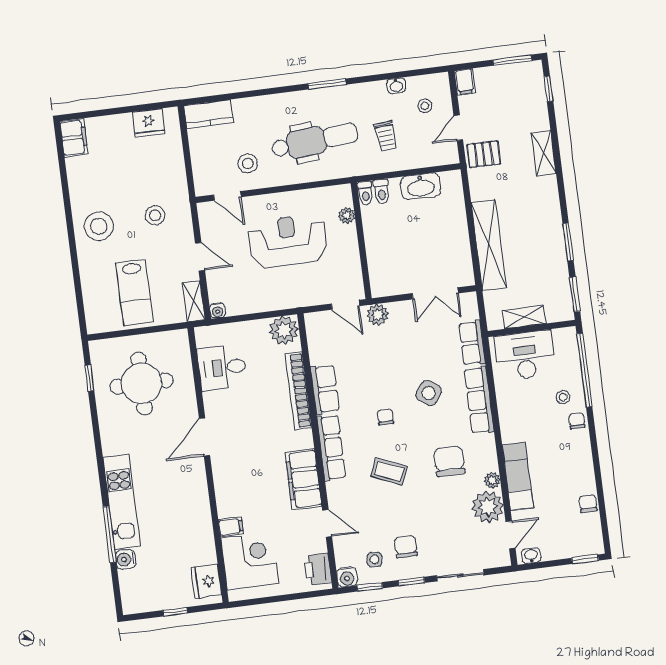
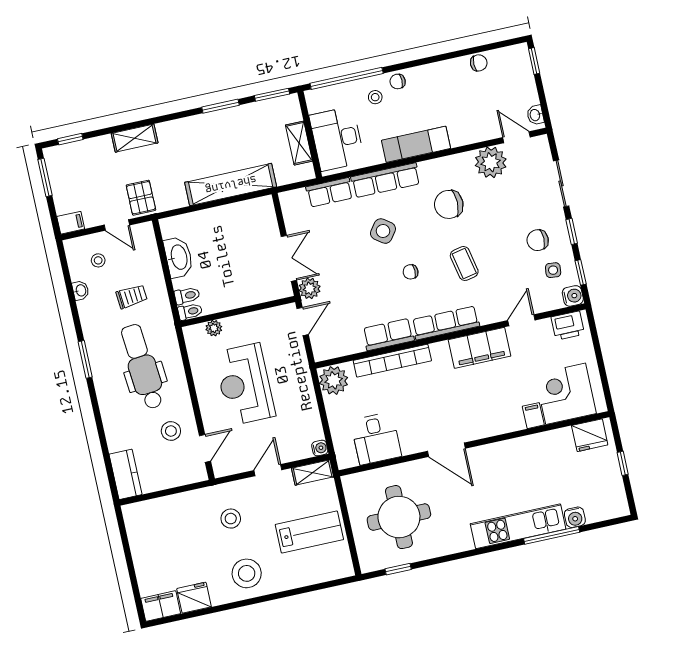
fridge: (149, 123) -> (194, 598), moved, turned -90
double door: (435, 293) -> (289, 258), moved
coffee table: (389, 471) -> (464, 263), turned -35
exam couch: (518, 476) -> (416, 144), moved
plant: (492, 480) -> (464, 160), removed
chair: (588, 504) -> (479, 63), turned 180

